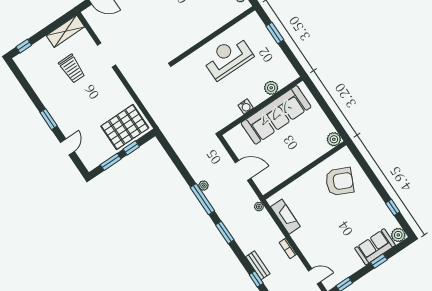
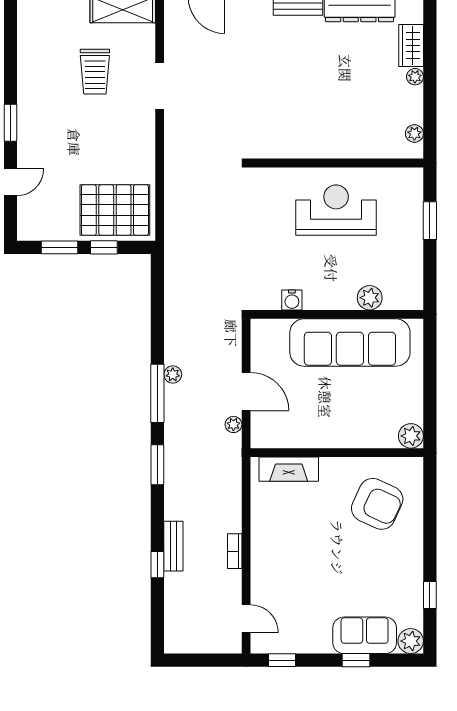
water cooler: (246, 107) -> (292, 300), moved
plant: (259, 207) -> (233, 424), moved
fireplace: (285, 217) -> (289, 469), moved, turned 90

